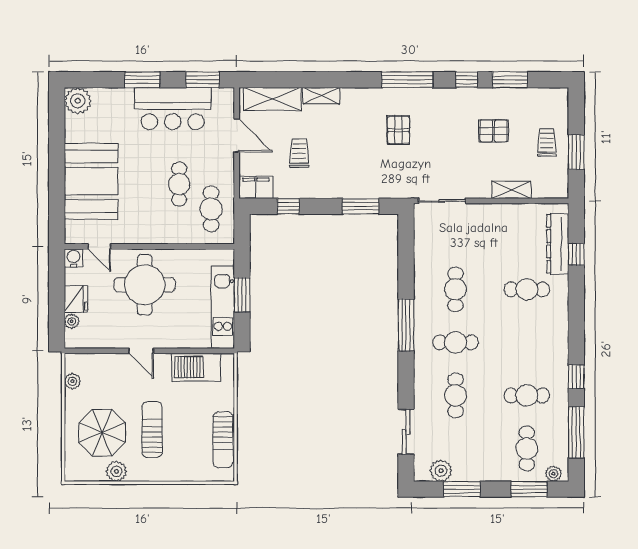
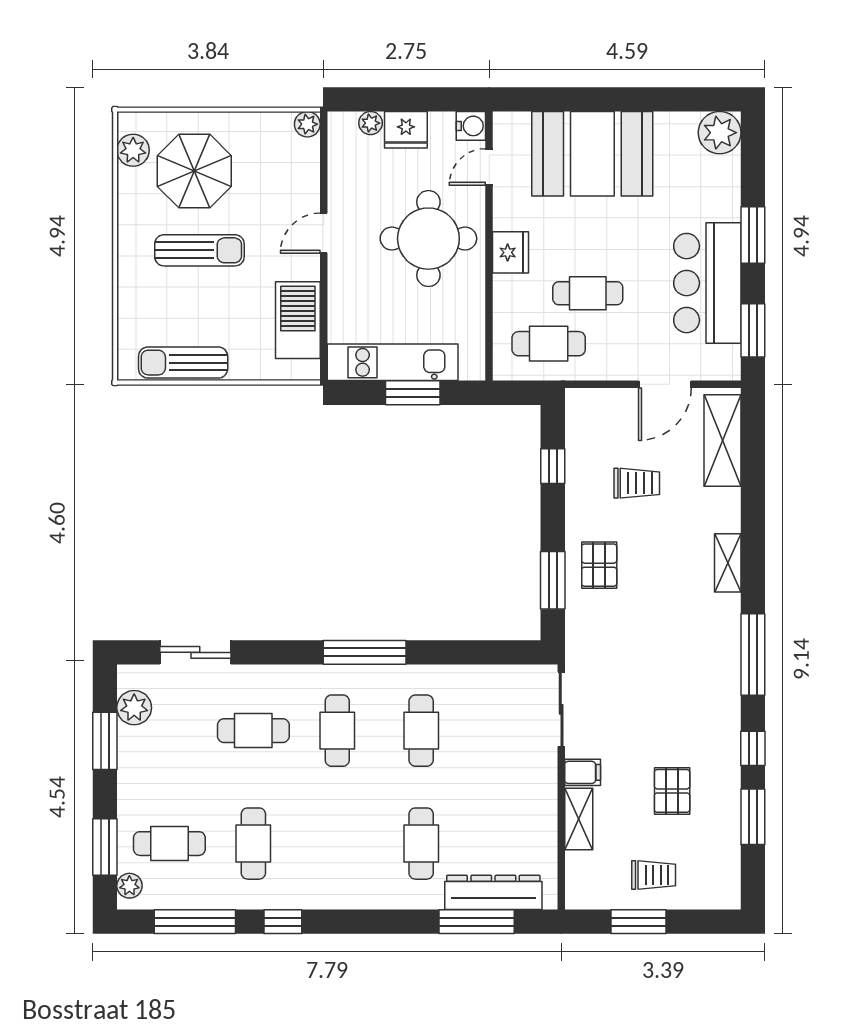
shelving: (321, 96) -> (728, 563), moved
pallet: (398, 130) -> (599, 565), moved, turned 90
filing cabinet: (256, 187) -> (583, 772), moved, width x0.50
fridge: (153, 233) -> (511, 252), added
window: (576, 254) -> (477, 922), width x2.17
cafe table: (455, 289) -> (421, 731), turned 90
plant: (72, 381) -> (307, 124), moved
plant: (116, 471) -> (133, 150), moved

